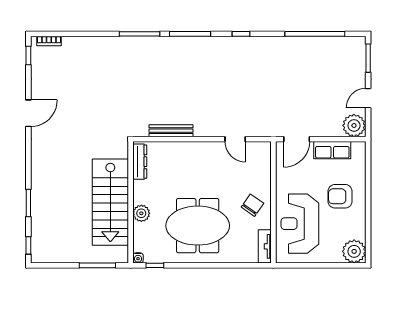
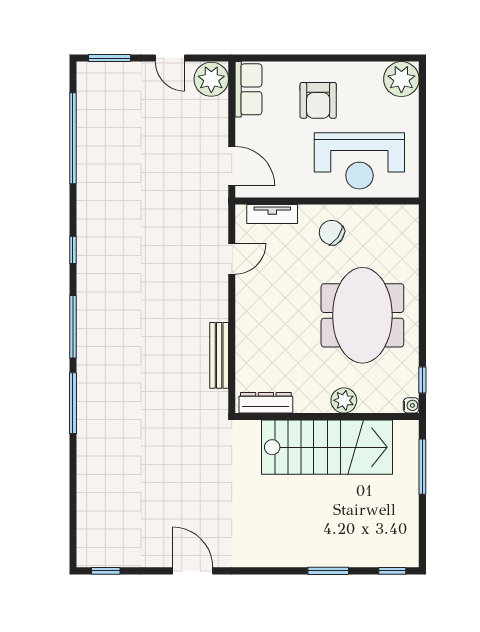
bookcase: (49, 41) -> (84, 540), removed
row of seats: (332, 150) -> (248, 89), moved
tv unit: (265, 246) -> (272, 214), moved

